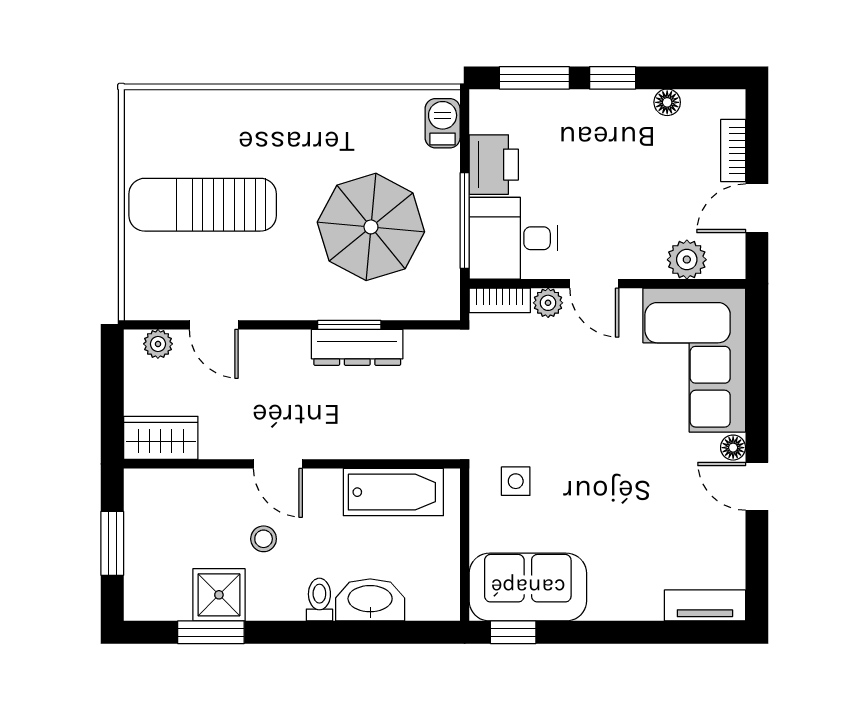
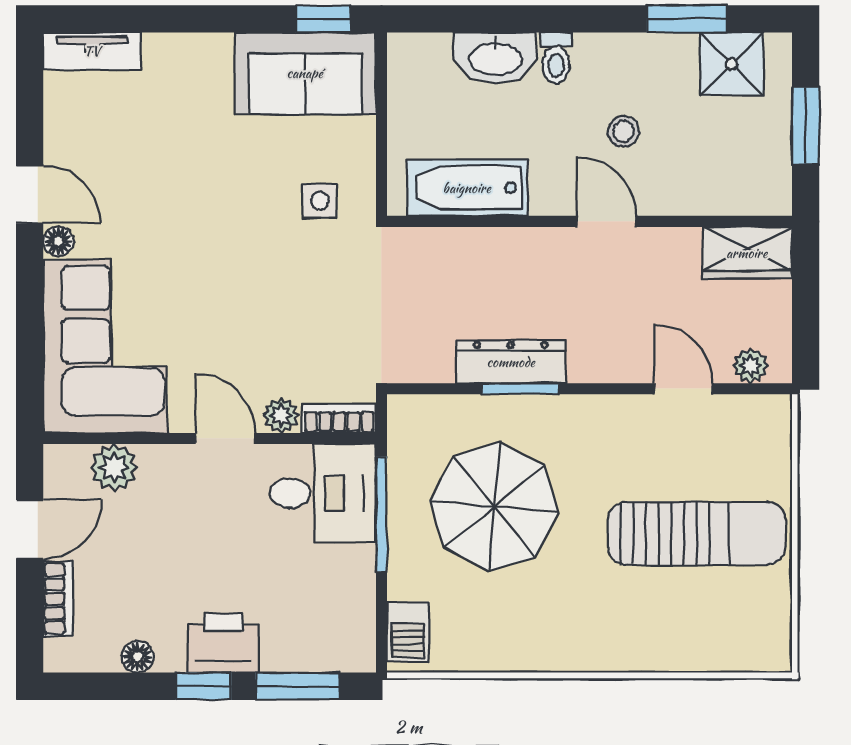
printer: (494, 165) -> (223, 643), moved, turned 90
shower: (219, 595) -> (732, 64), moved

